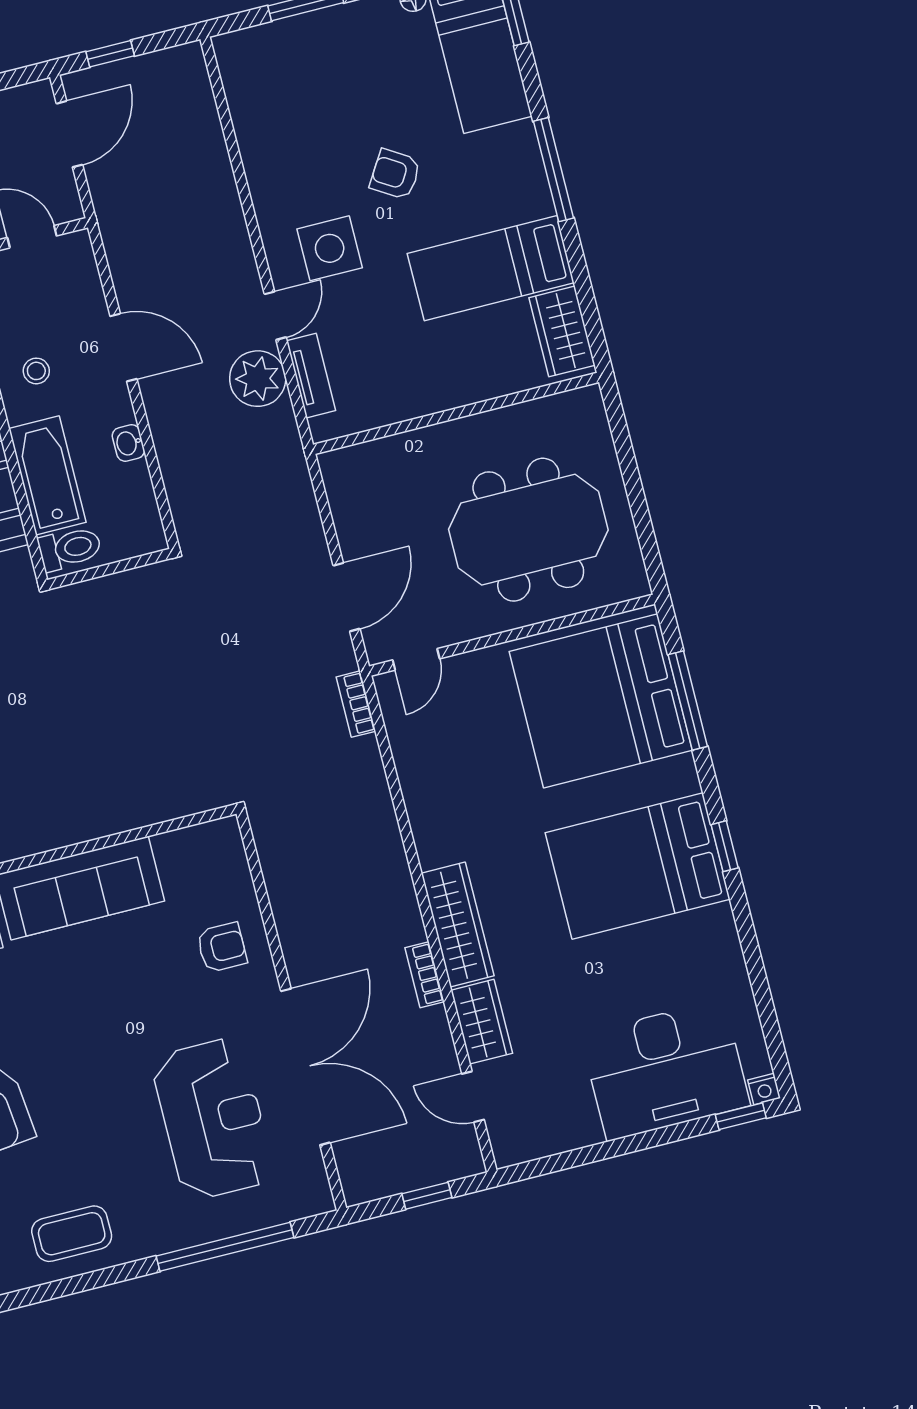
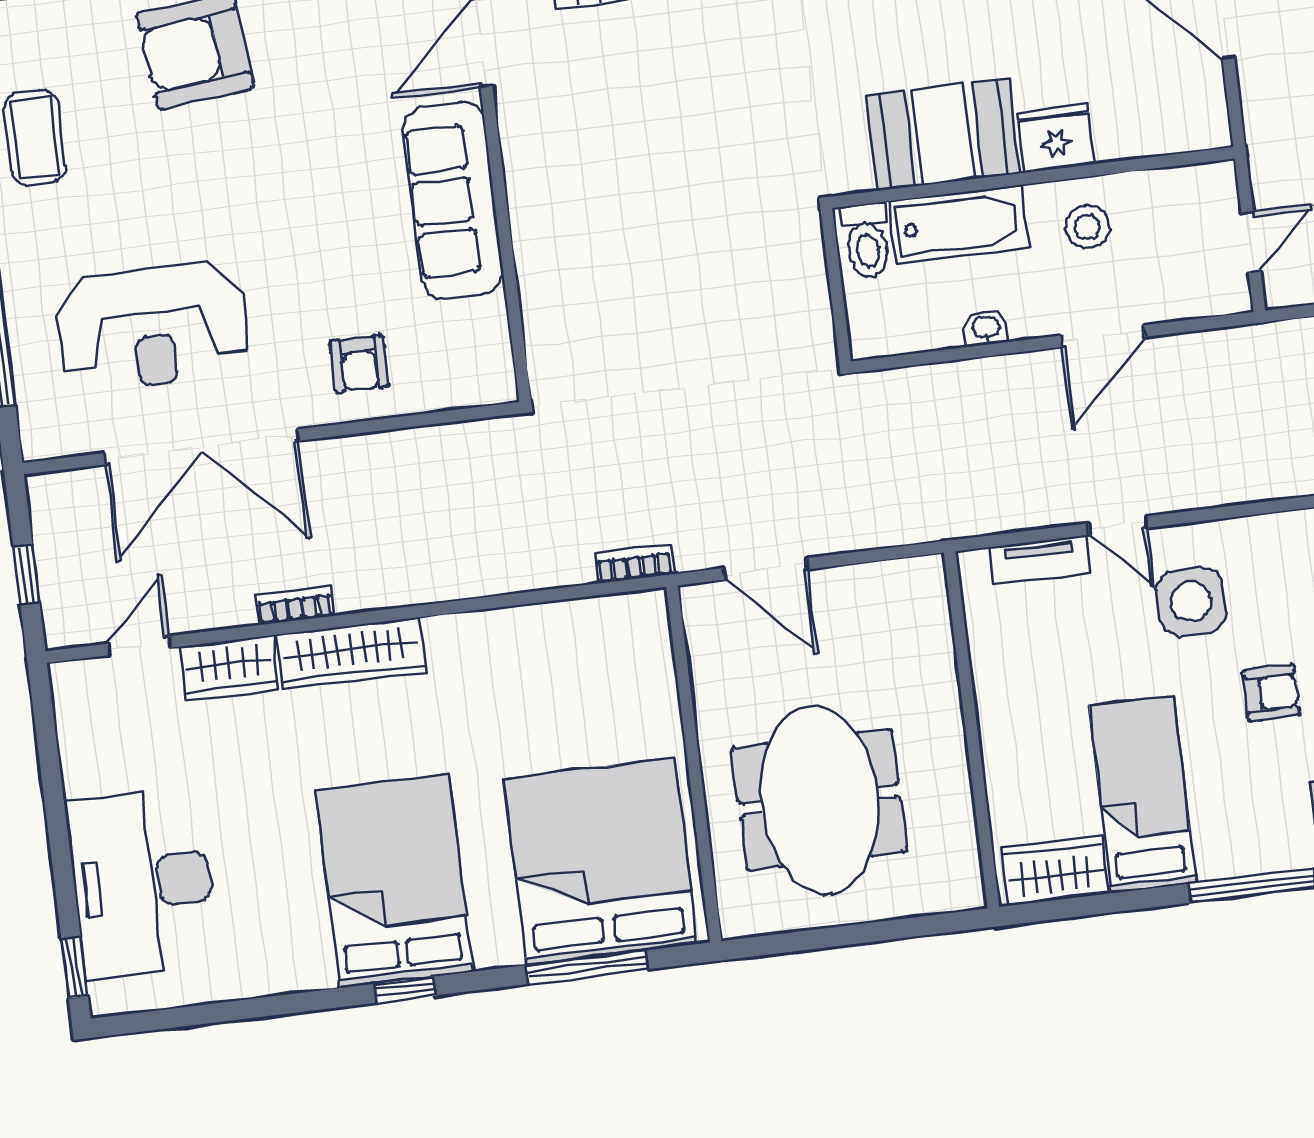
armchair: (395, 174) -> (1271, 693), turned 58
stool: (36, 371) -> (1087, 227), width x1.37, depth x1.37
plant: (258, 379) -> (1044, 494), removed
door: (416, 659) -> (679, 644), removed
nightstand: (764, 1089) -> (104, 1000), removed

